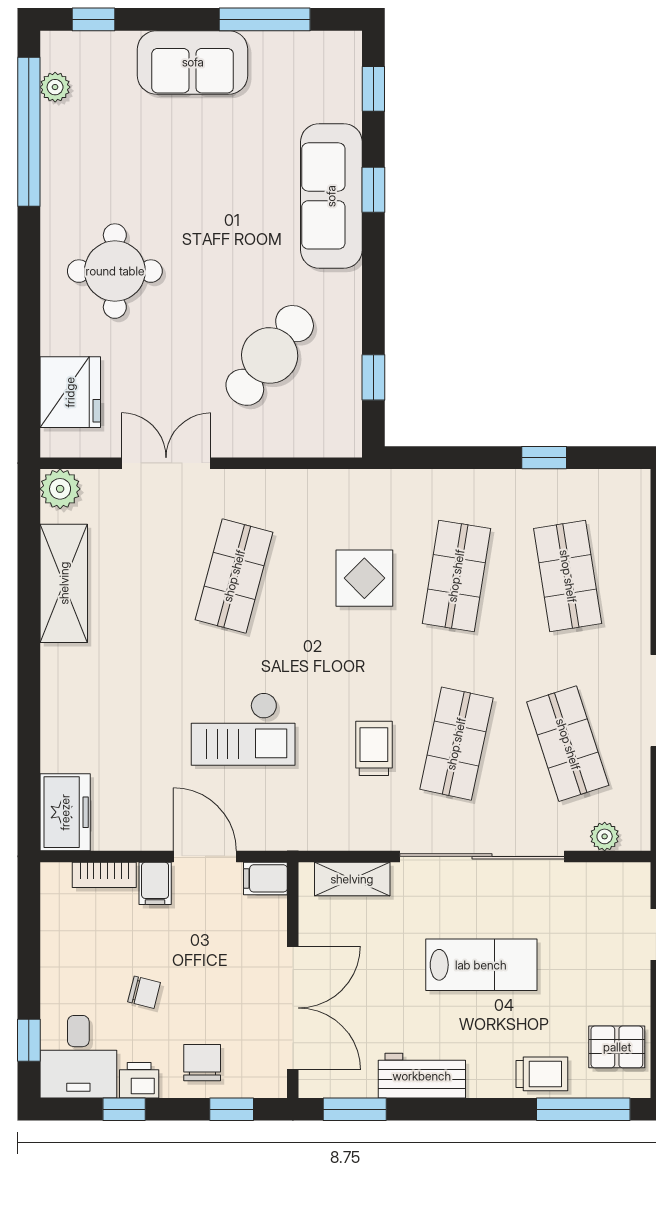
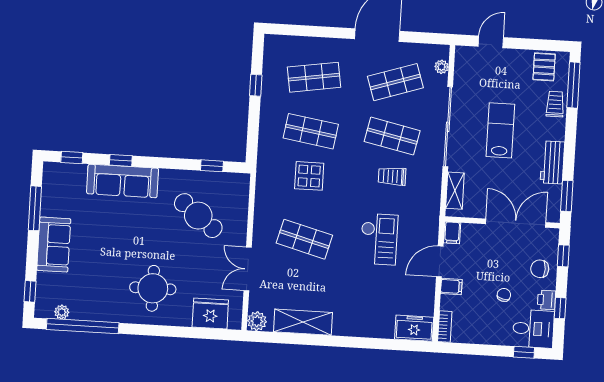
bookcase: (104, 875) -> (445, 327), moved

